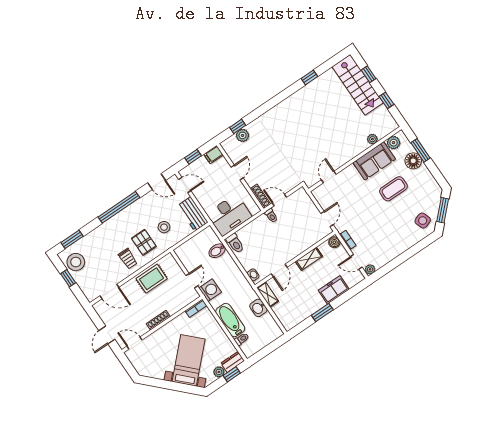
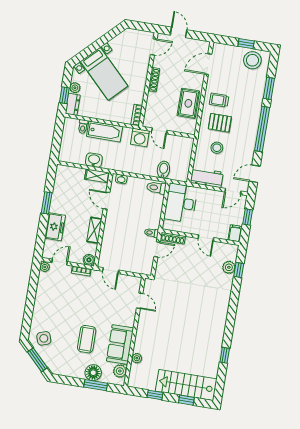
window: (72, 239) -> (269, 88), moved

